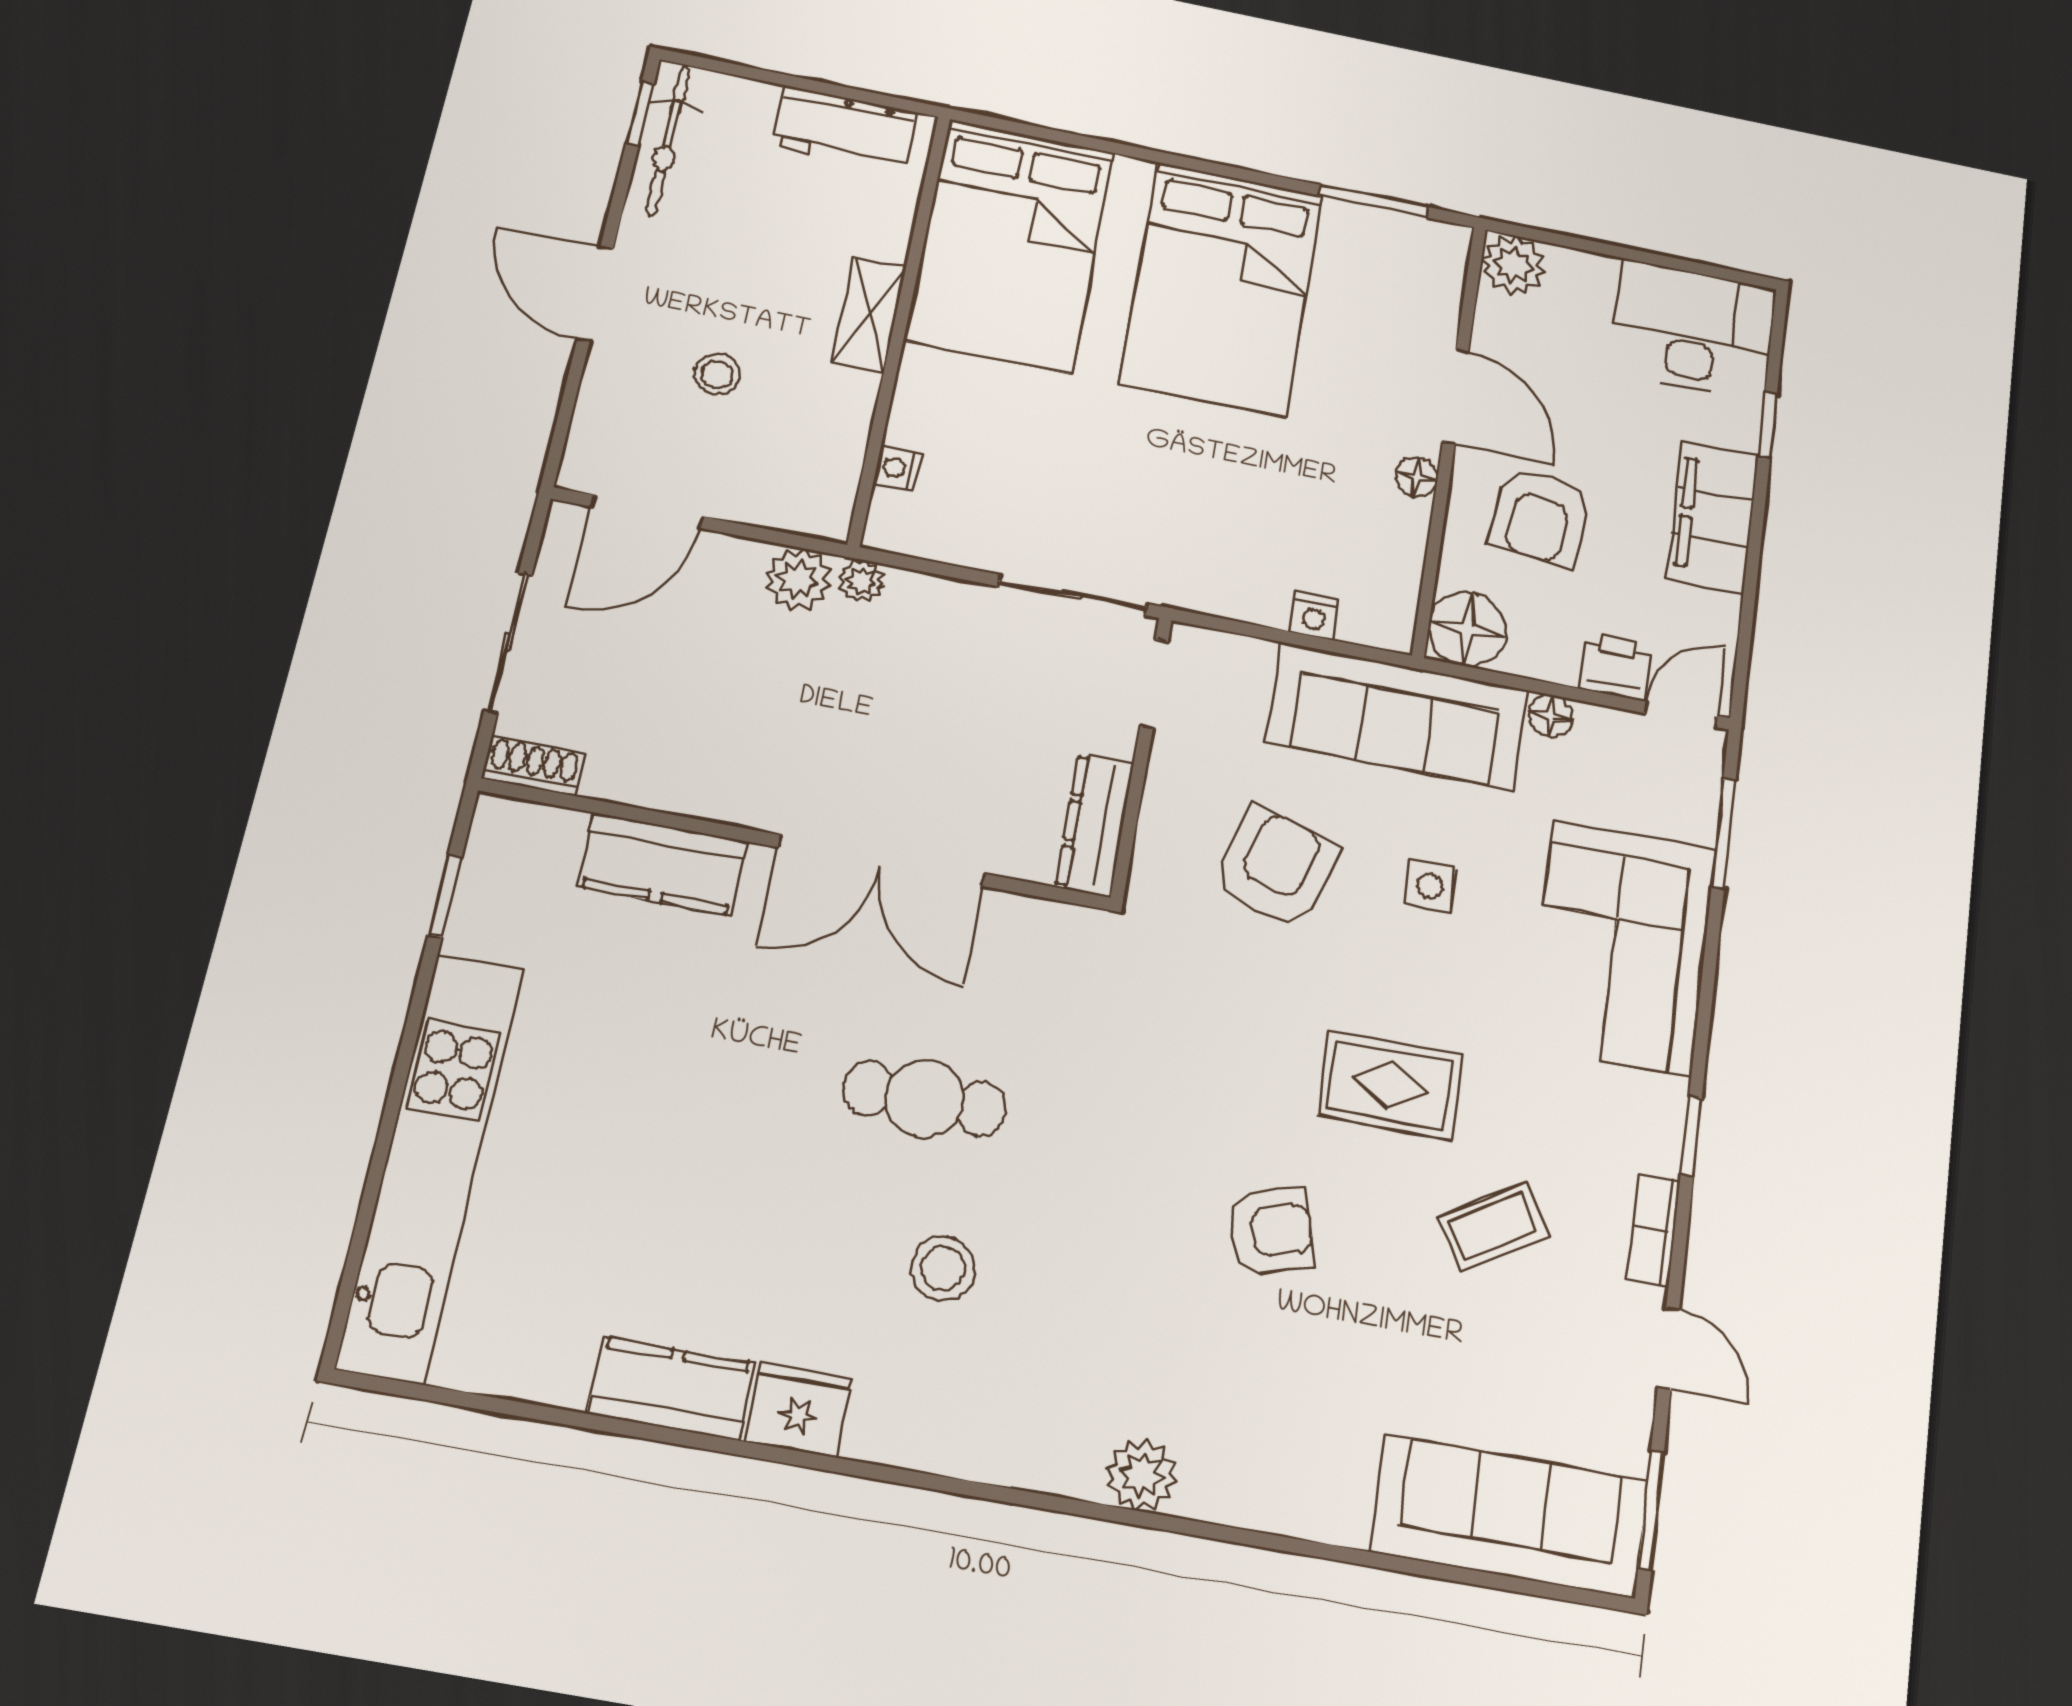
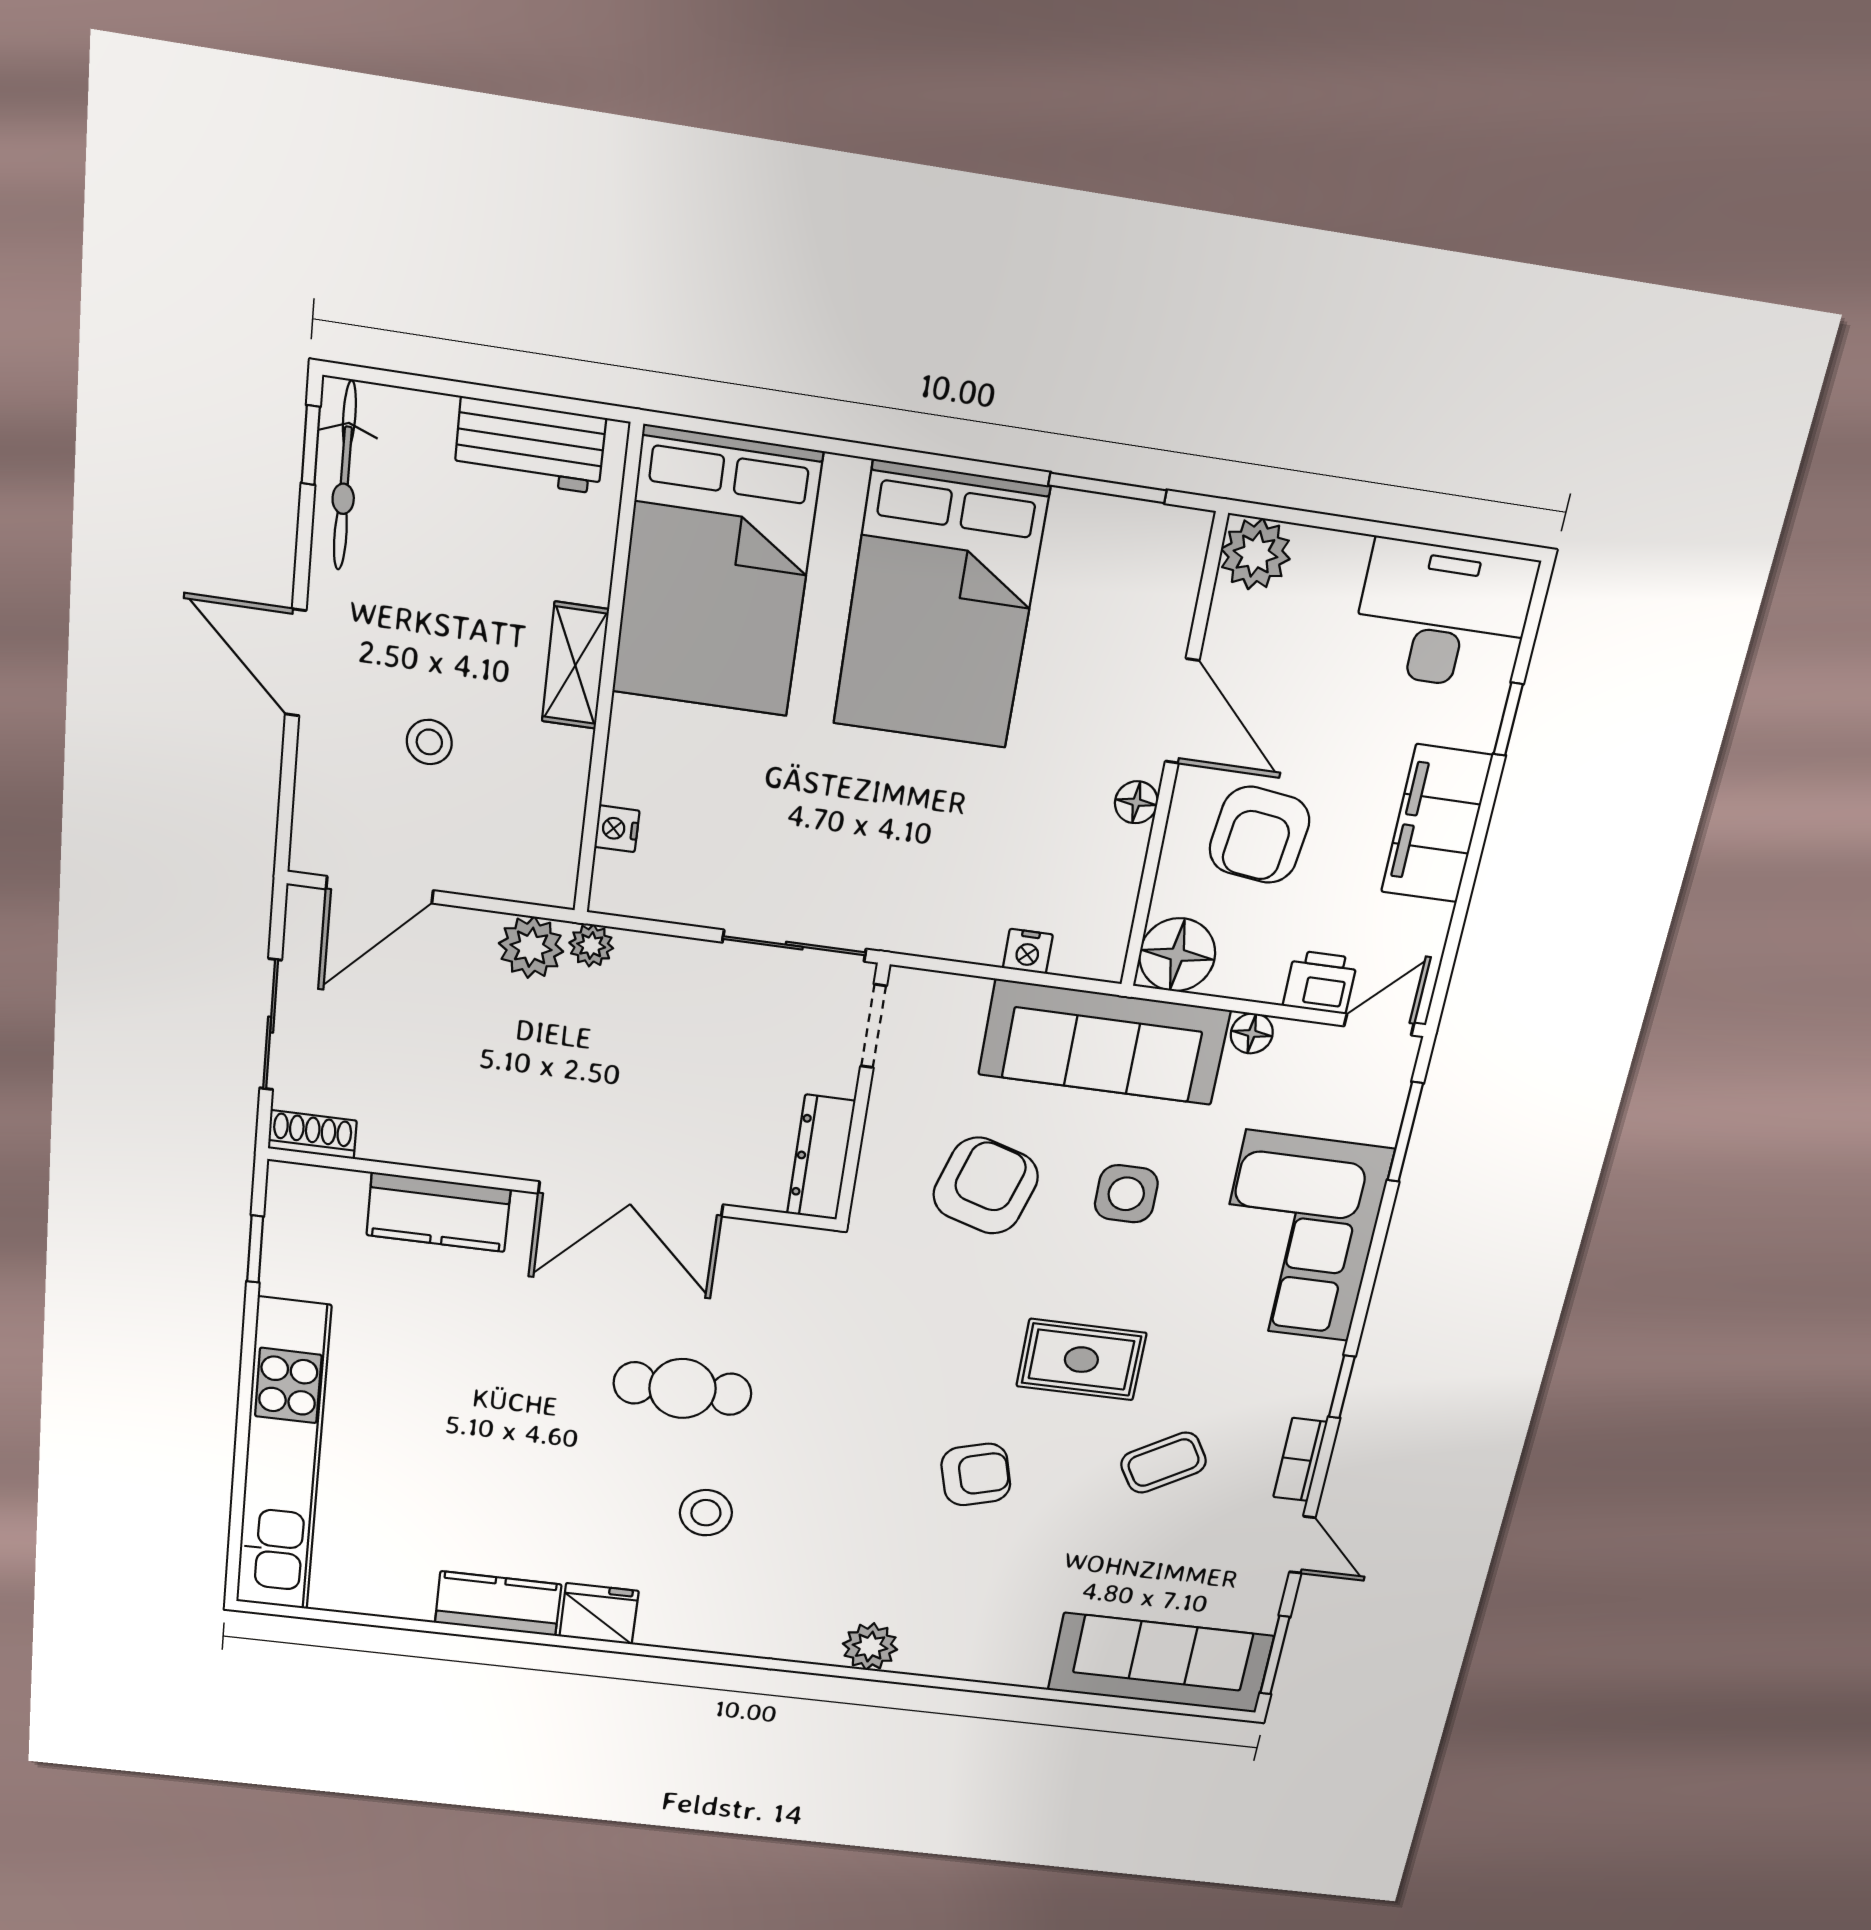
side table: (1430, 886) -> (1126, 1194), width x1.37, depth x1.37

